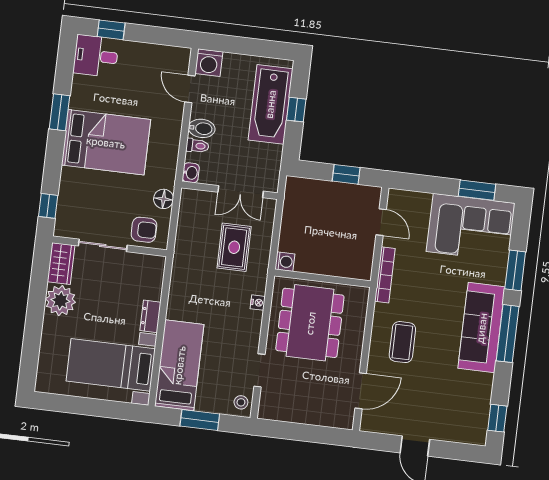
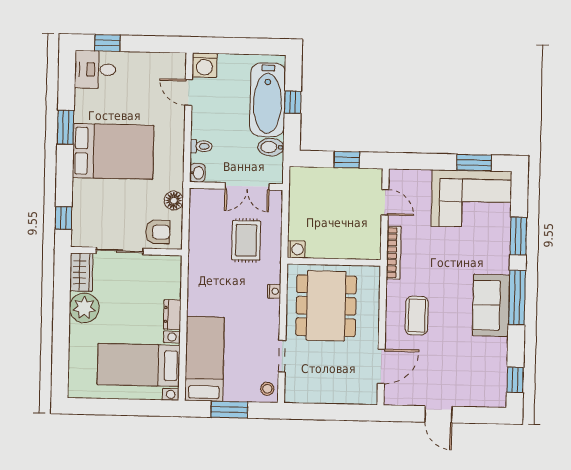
bidet: (202, 128) -> (271, 147), moved, turned 180
sofa: (481, 328) -> (491, 305), width x0.73

